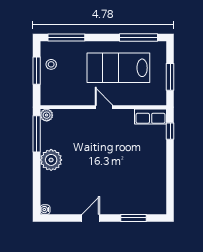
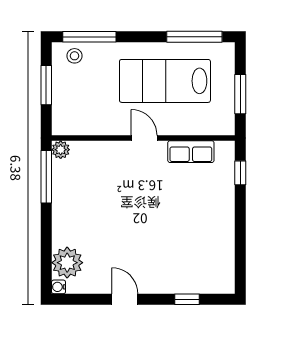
stool: (51, 64) -> (74, 56), moved
row of seats: (151, 116) -> (191, 152), moved
plant: (51, 160) -> (67, 263), moved
door: (91, 218) -> (125, 299), hinge flipped
window: (134, 218) -> (187, 299), width x0.67

